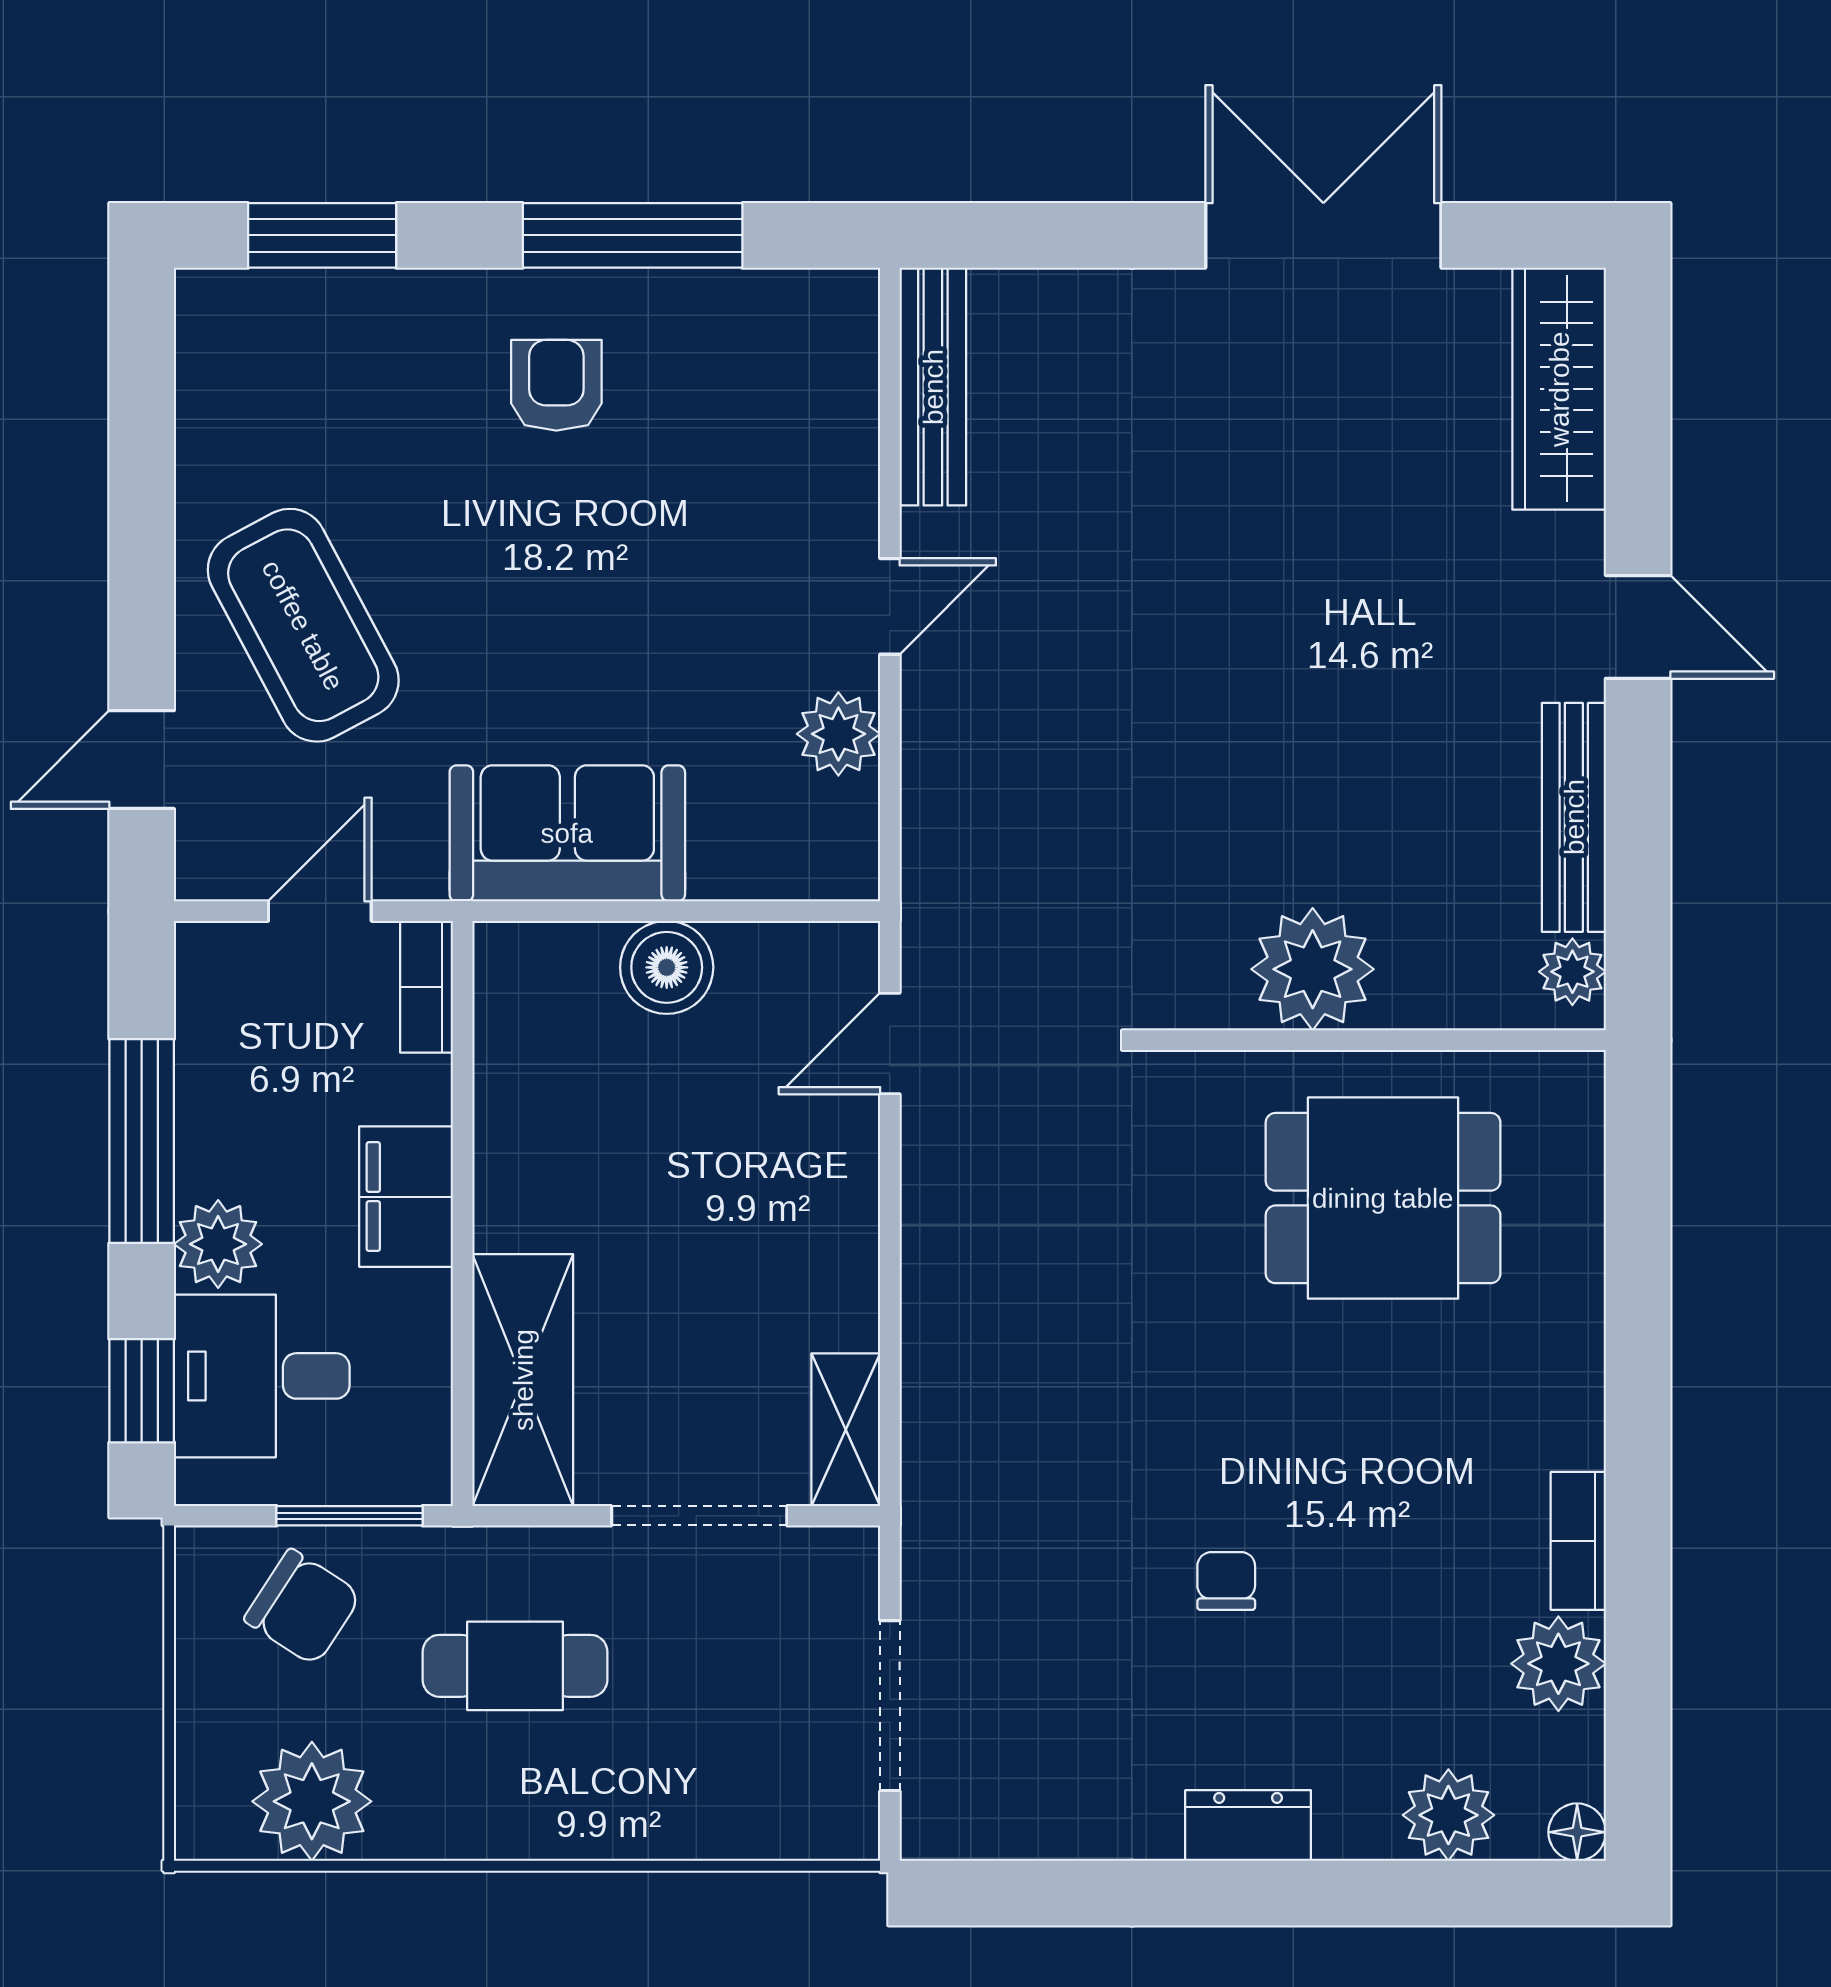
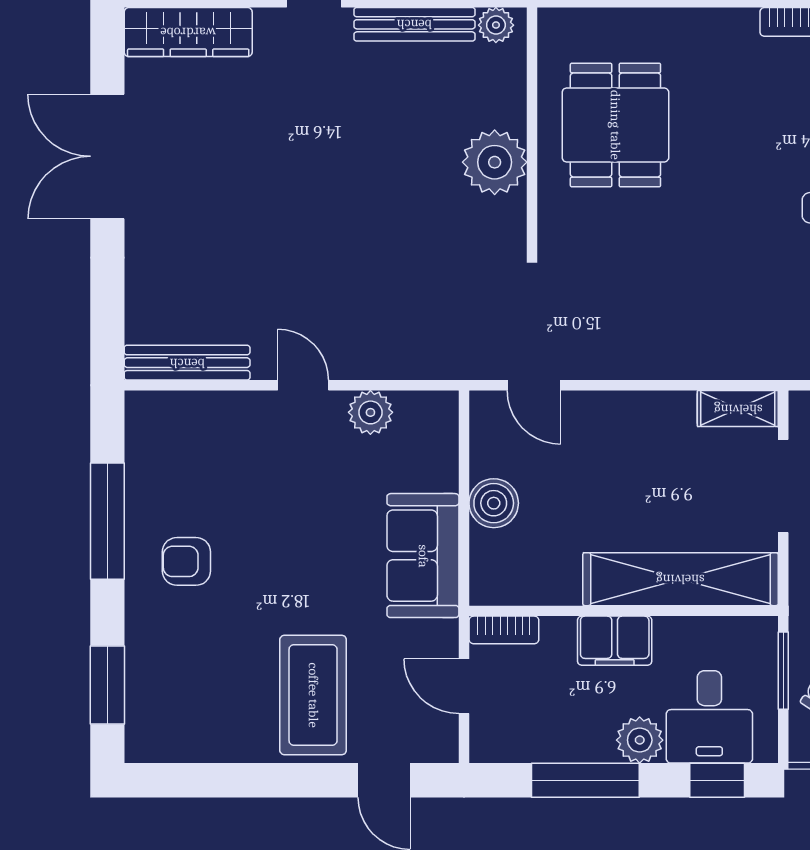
coffee table: (303, 625) -> (313, 695), turned -62
shelving: (523, 1380) -> (680, 579), width x1.47

